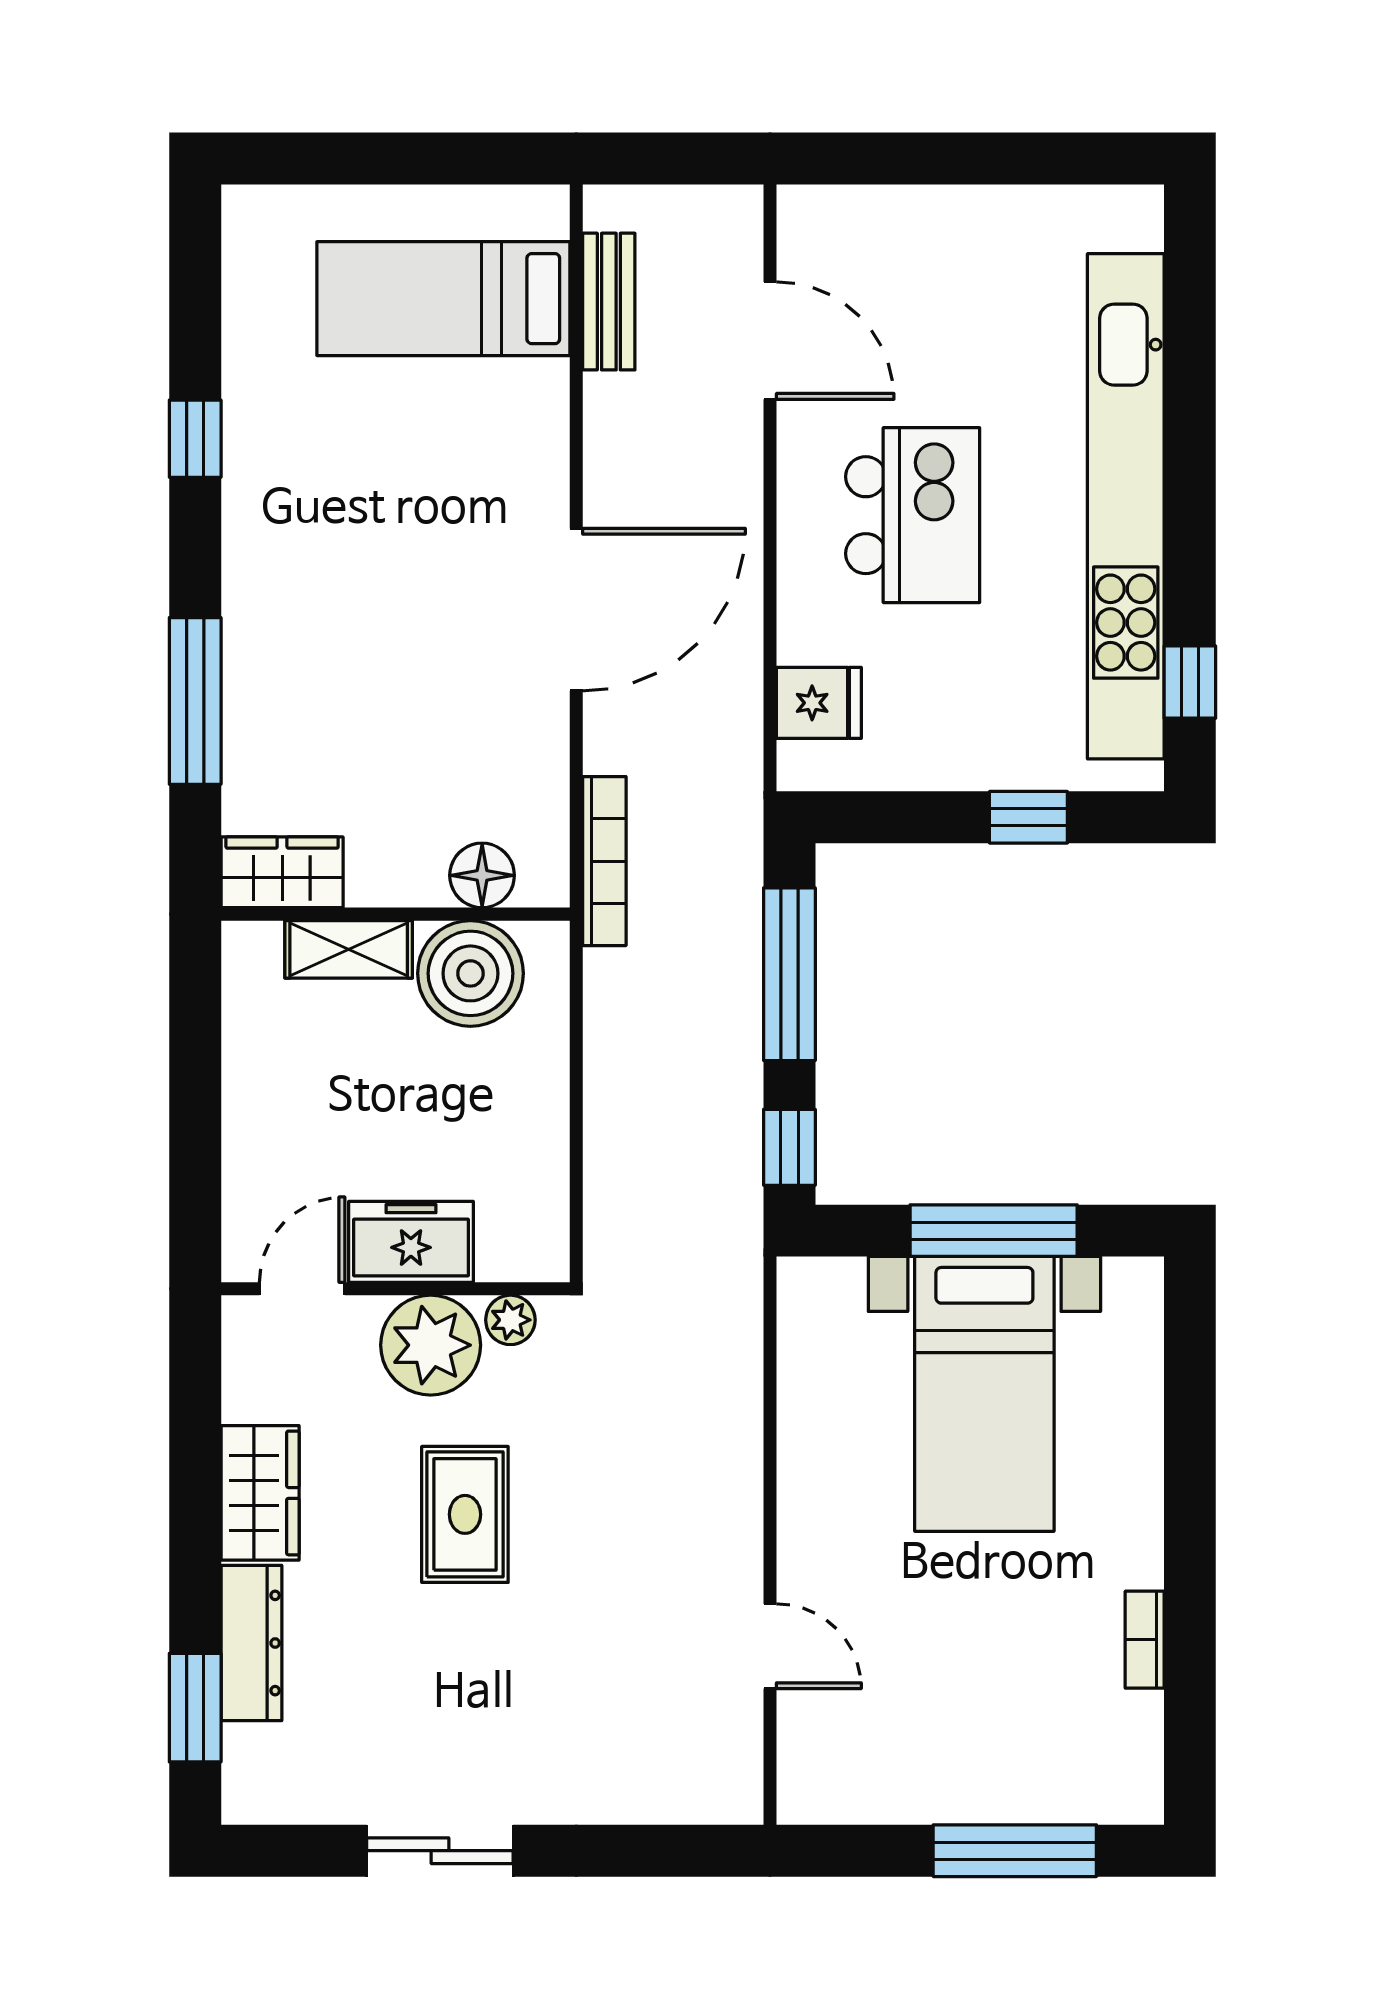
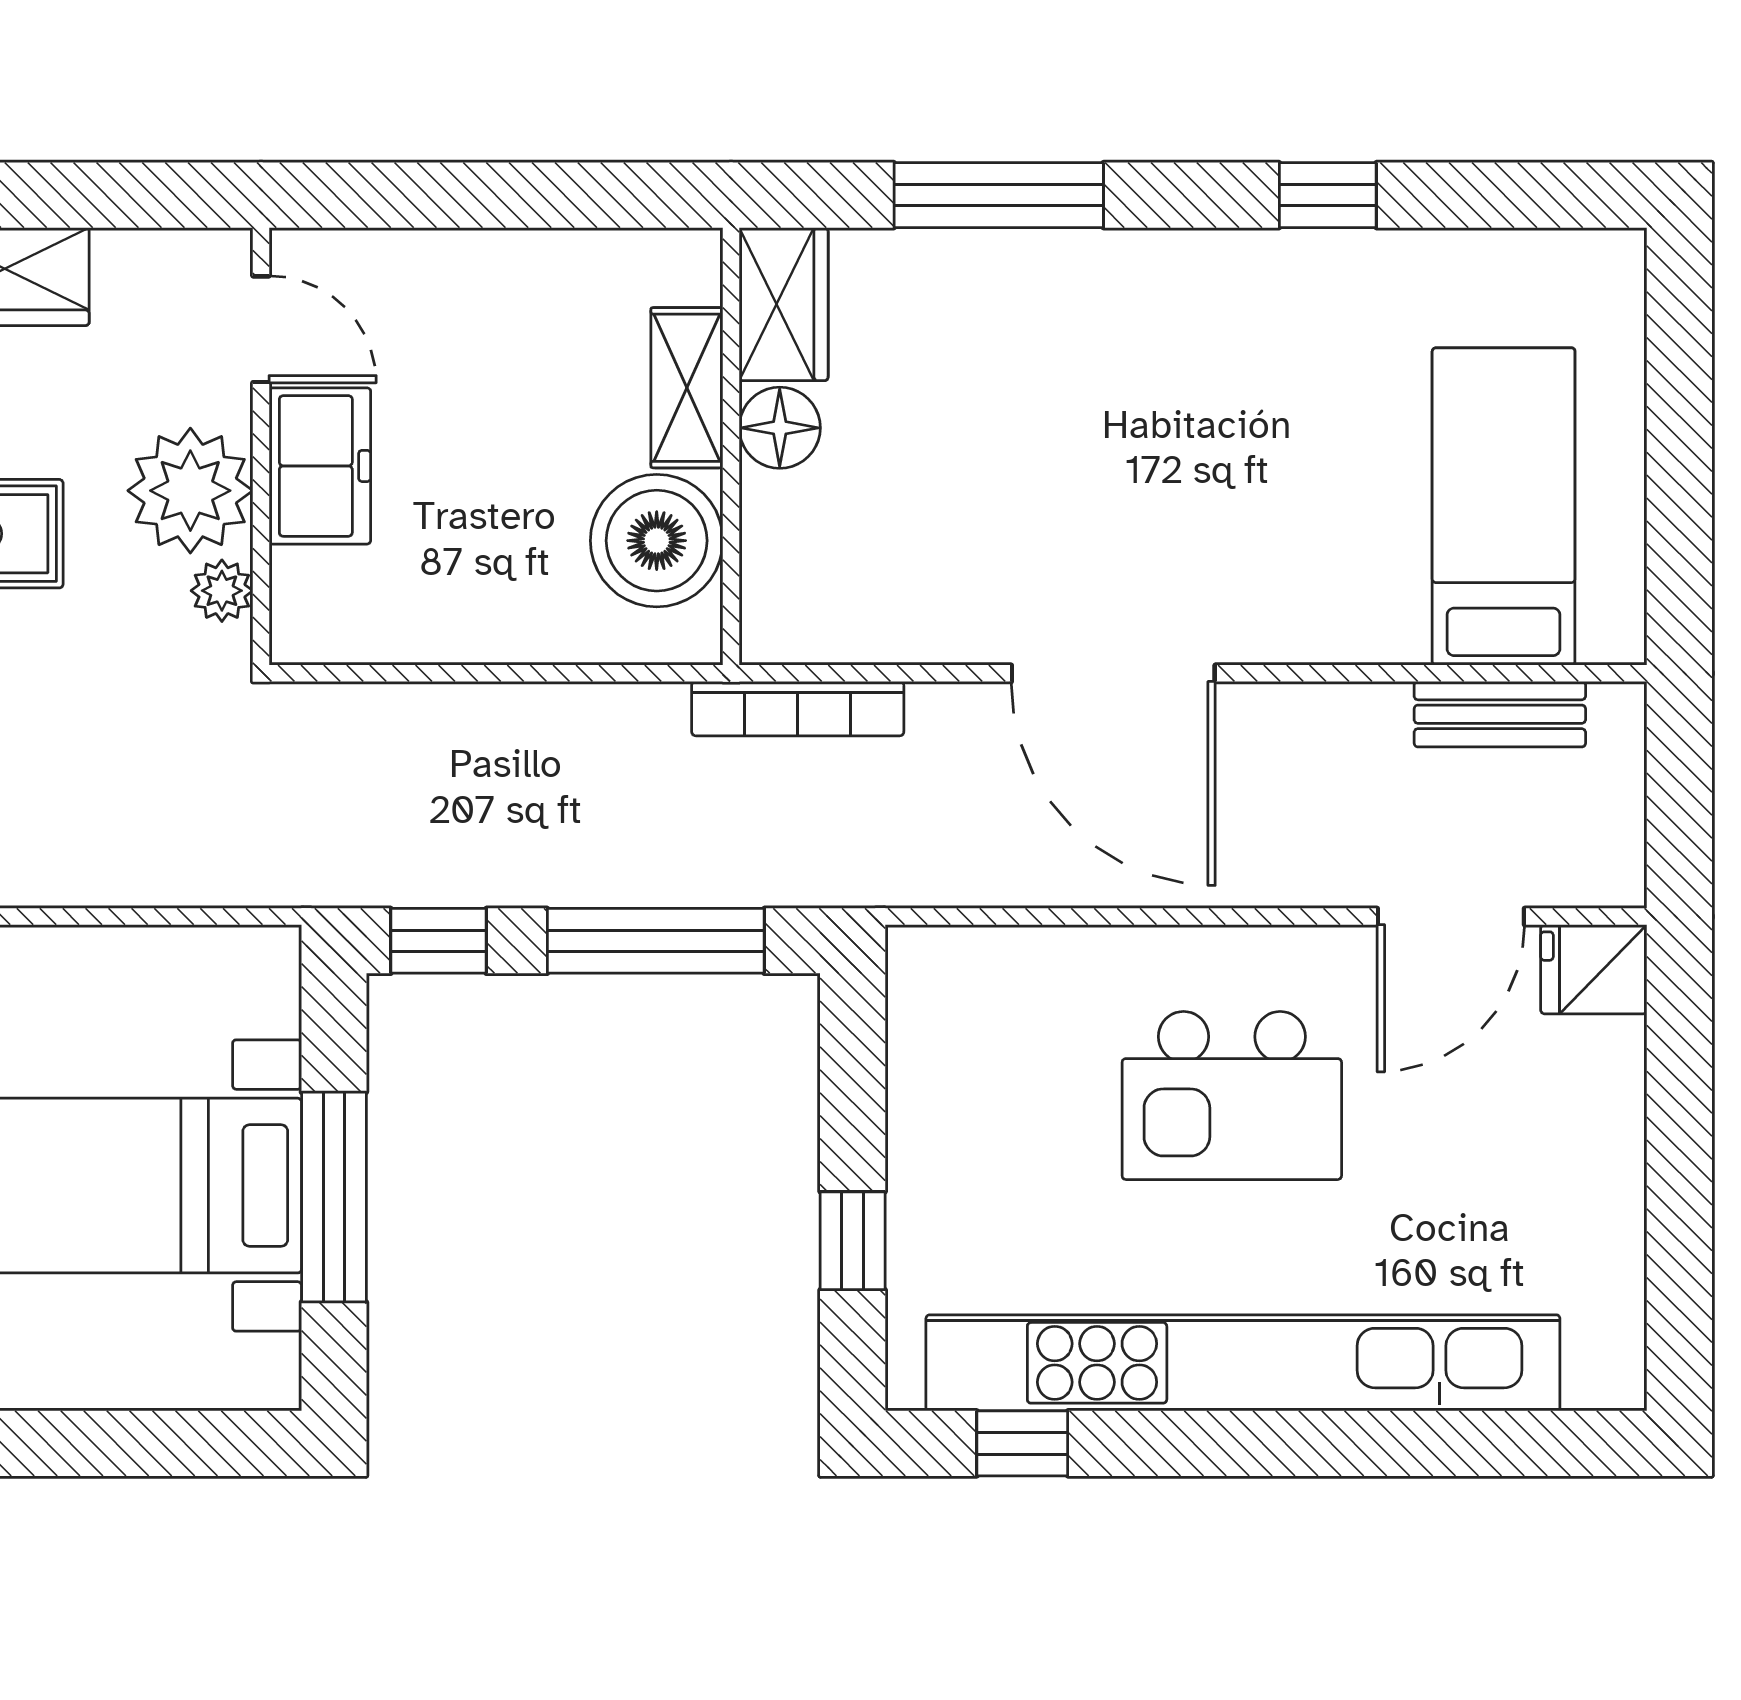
fridge: (819, 703) -> (1594, 969), moved, turned 90
floor lamp: (482, 875) -> (780, 428), moved

